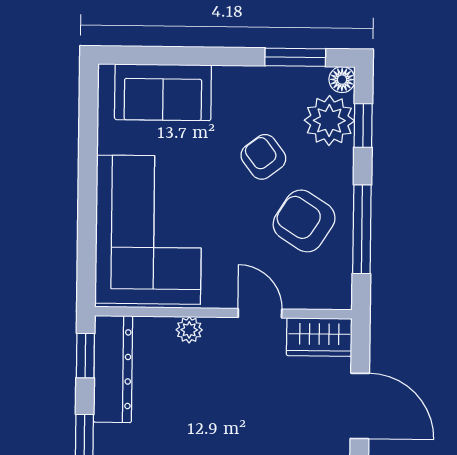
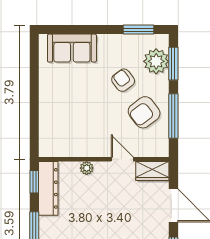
floor lamp: (342, 80) -> (162, 41), removed
window: (363, 126) -> (173, 64), width x1.50
armchair: (304, 221) -> (144, 112), turned -70
corner sofa: (149, 230) -> (65, 118), removed

